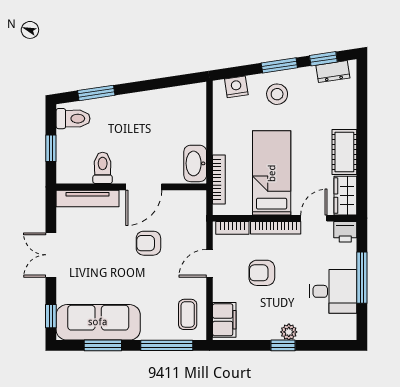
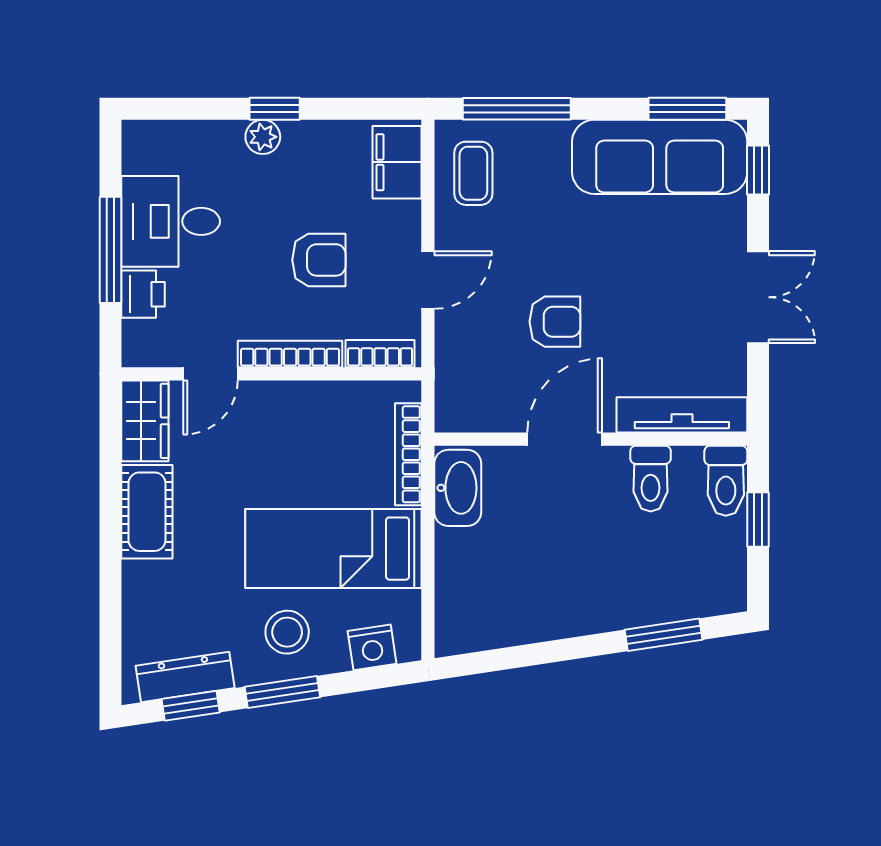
dresser: (333, 72) -> (185, 677), width x1.44
toilet: (73, 119) -> (726, 481), moved, turned -90
bed: (272, 173) -> (333, 549), moved, turned 90
printer: (345, 232) -> (143, 294), moved, turned 90
window: (103, 345) -> (687, 109), moved

